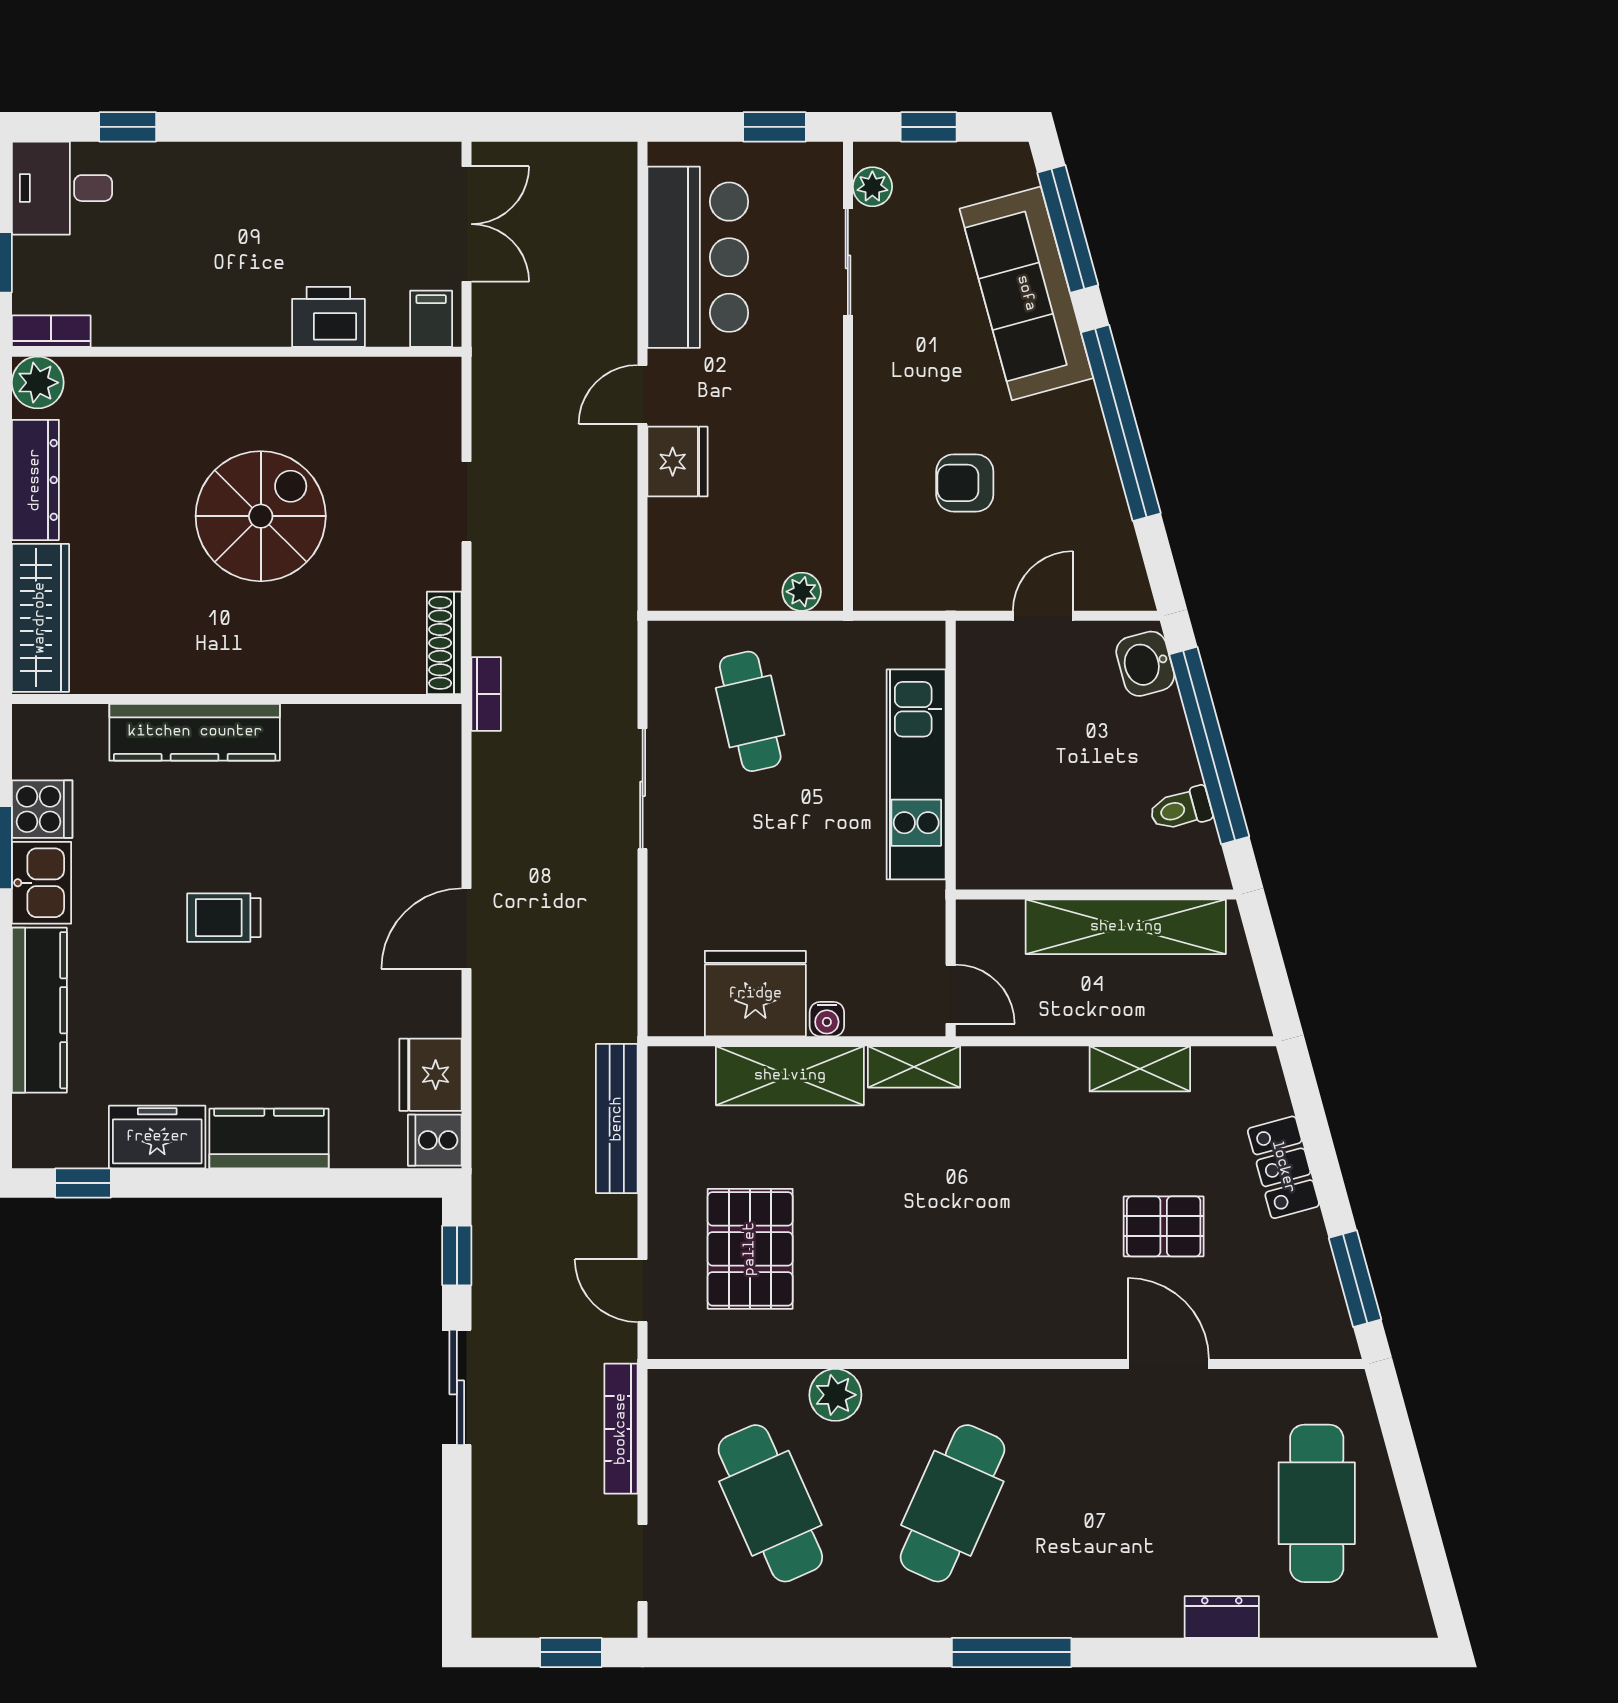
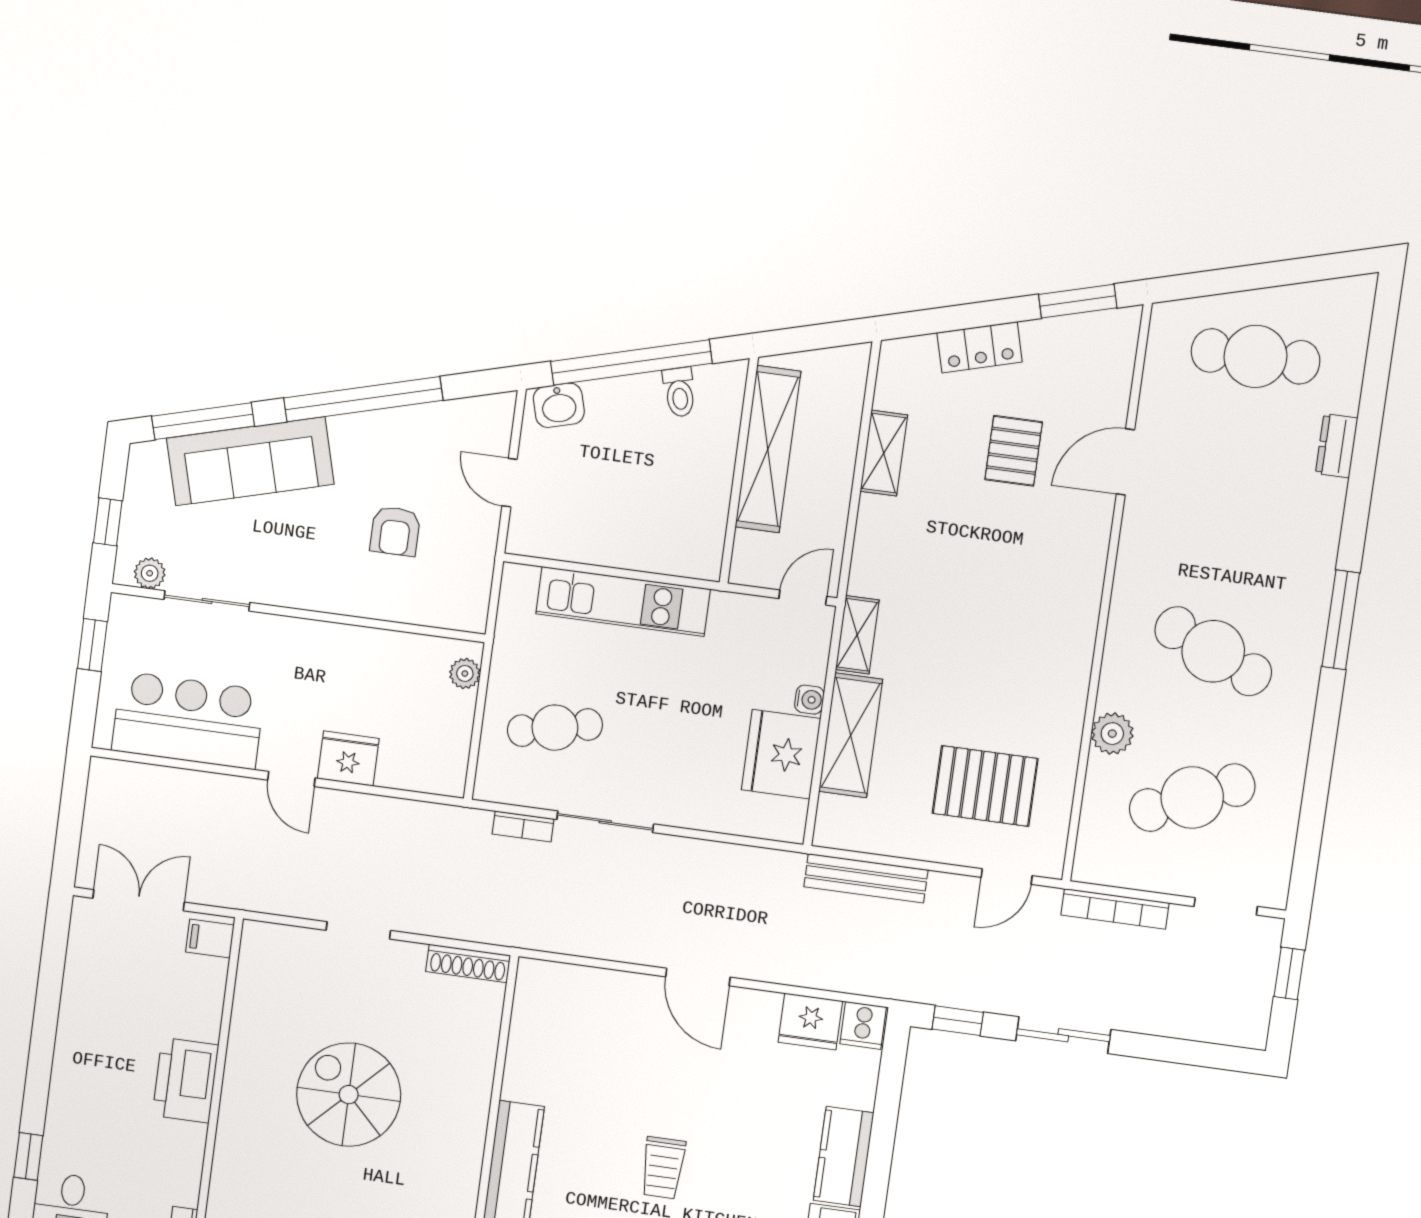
printer: (328, 317) -> (186, 1080), moved, width x1.37, depth x1.19
bookcase: (486, 694) -> (523, 826), moved, turned 180

